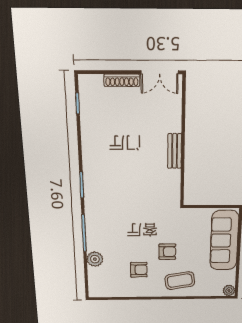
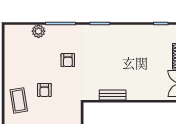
bench: (175, 151) -> (113, 95), moved
armchair: (139, 270) -> (68, 60), moved

